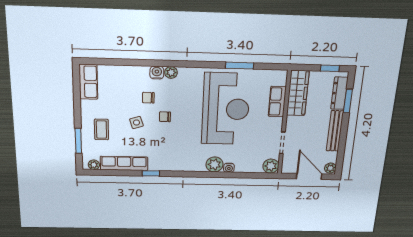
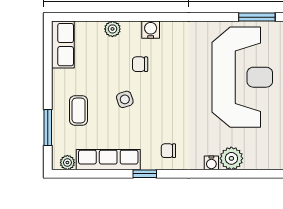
plant: (171, 72) -> (112, 29), moved
chair: (165, 117) -> (168, 151), moved
water cooler: (229, 168) -> (211, 163), moved

